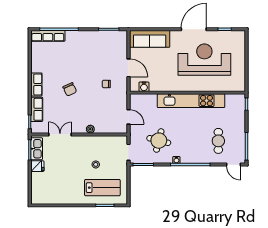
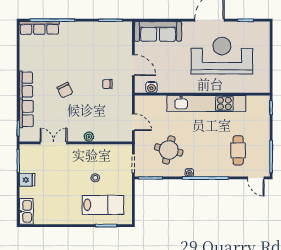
kitchen sink: (37, 149) -> (26, 211), moved

